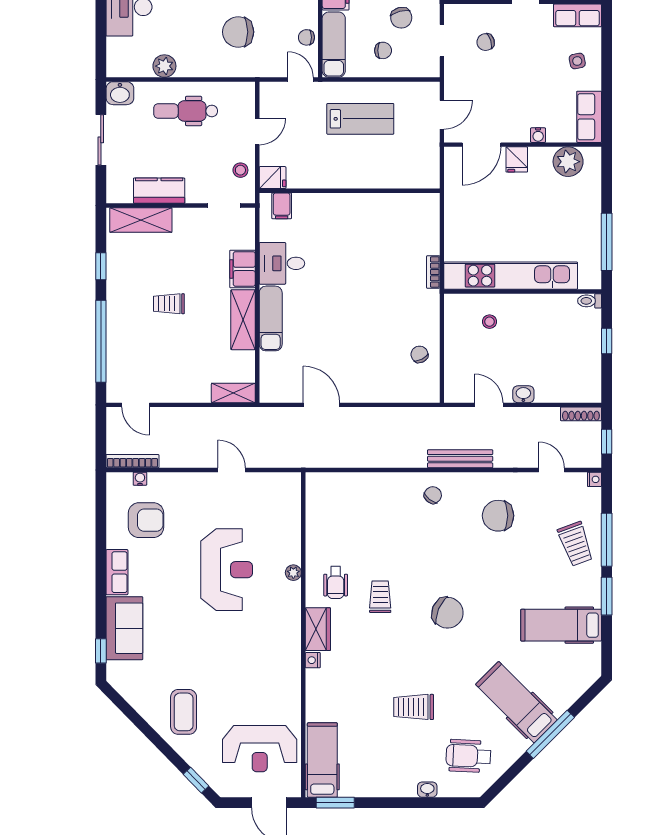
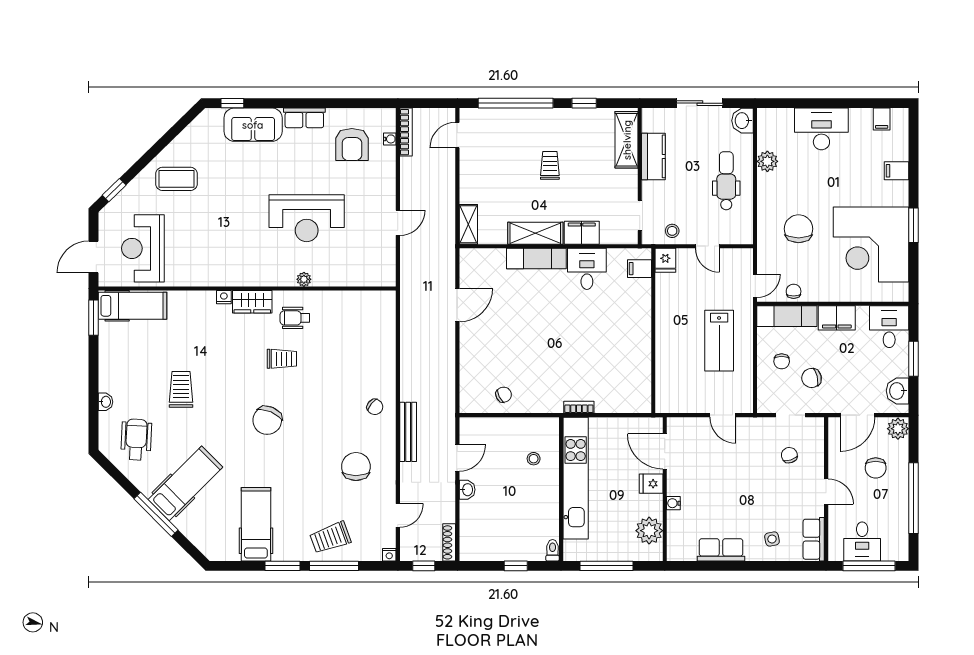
water cooler: (538, 135) -> (673, 503), moved
door: (482, 145) -> (665, 451), moved
wall: (523, 145) -> (665, 489), moved
fridge: (517, 159) -> (651, 484), moved
plant: (568, 162) -> (649, 531), moved

